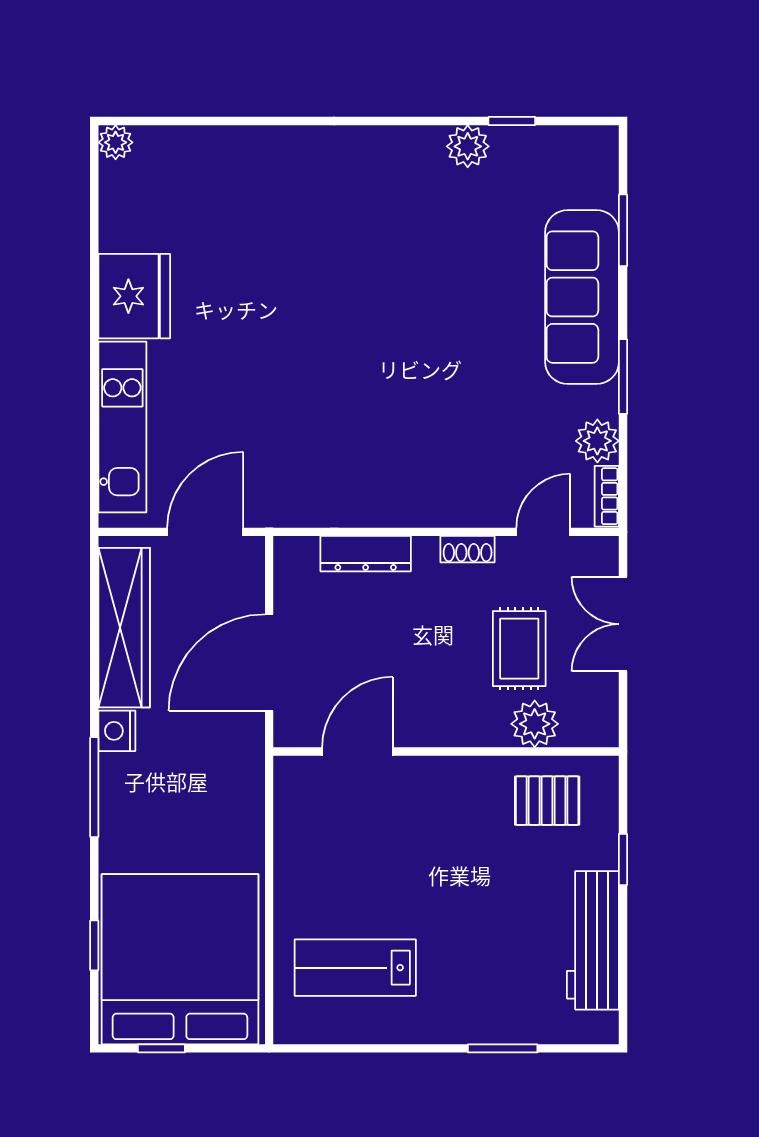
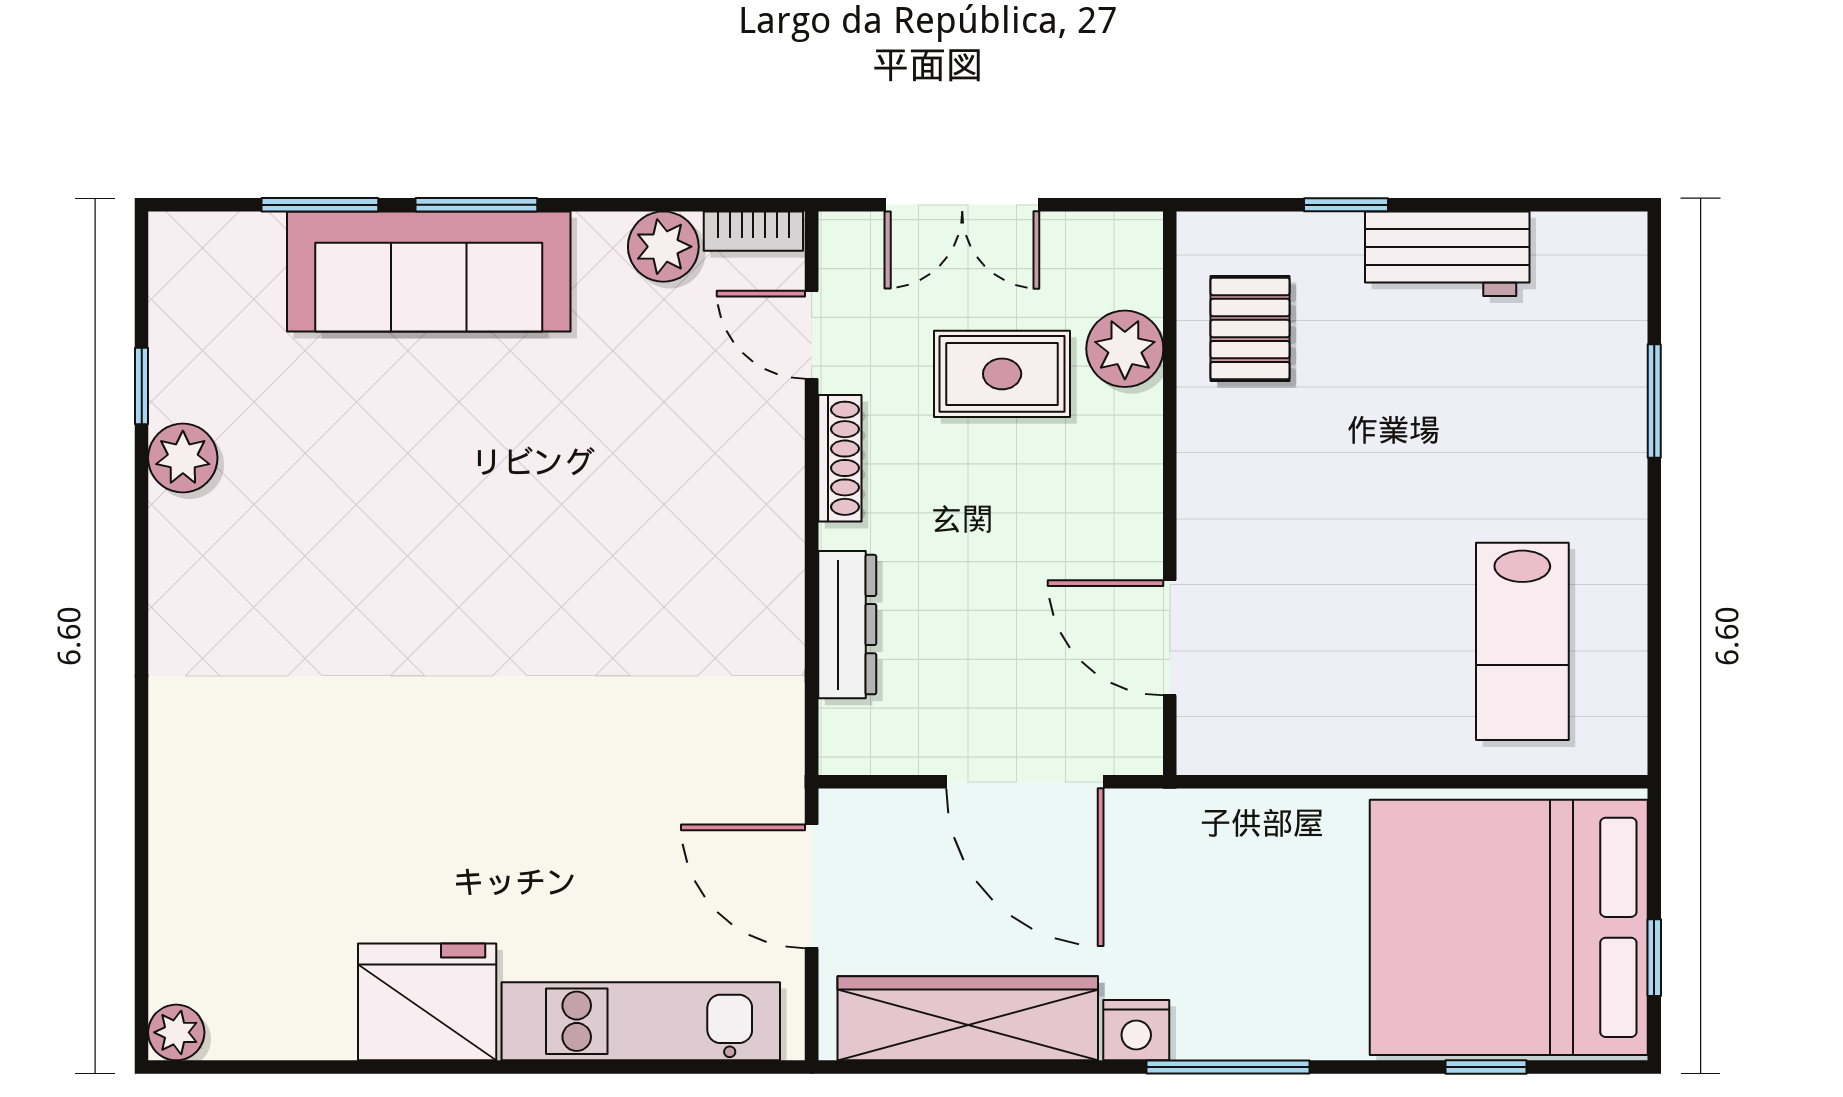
window: (623, 377) -> (476, 205), moved
shoe rack: (468, 549) -> (840, 458), width x1.43
workbench: (593, 940) -> (1447, 254), width x0.73

